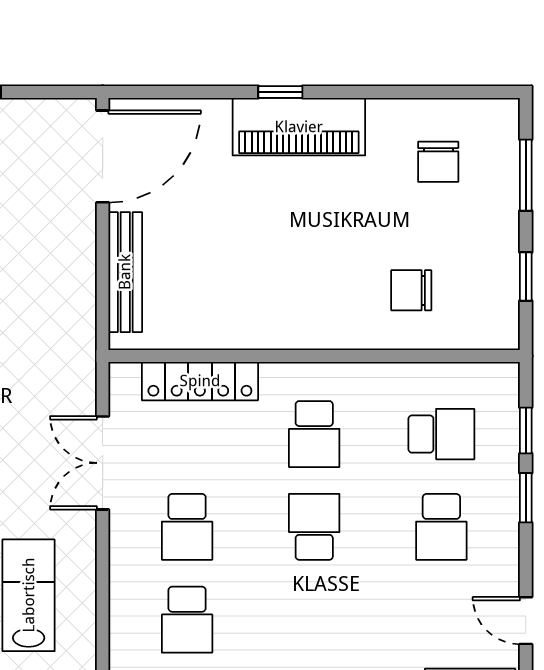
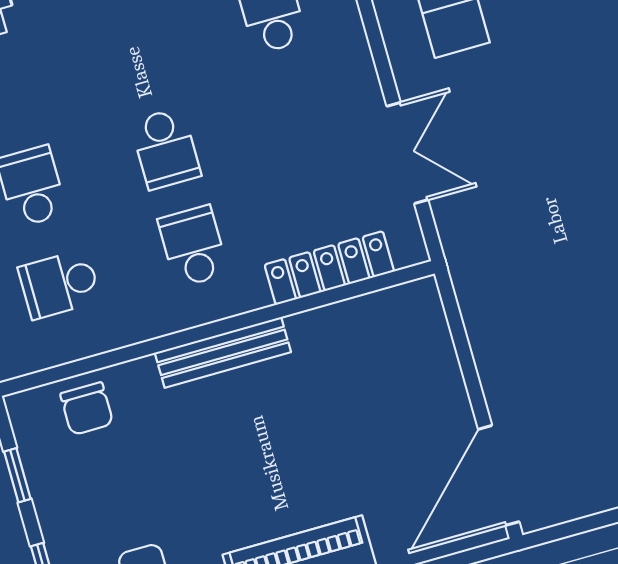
bench: (125, 272) -> (223, 352), moved, turned 90
chair: (411, 290) -> (87, 409), moved, turned 90
school desk: (187, 527) -> (299, 111), removed

